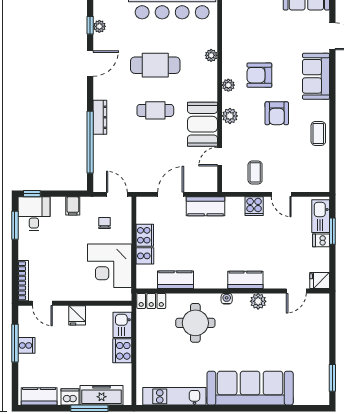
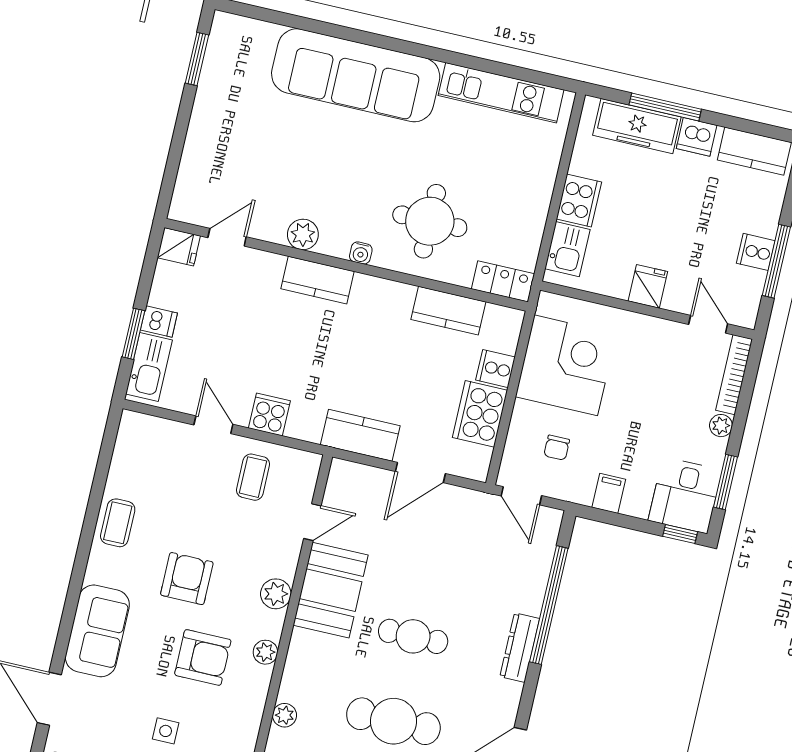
side table: (270, 34) -> (166, 731), added
cooker: (145, 235) -> (480, 414), width x1.37, depth x1.31
plant: (24, 253) -> (721, 426), added

